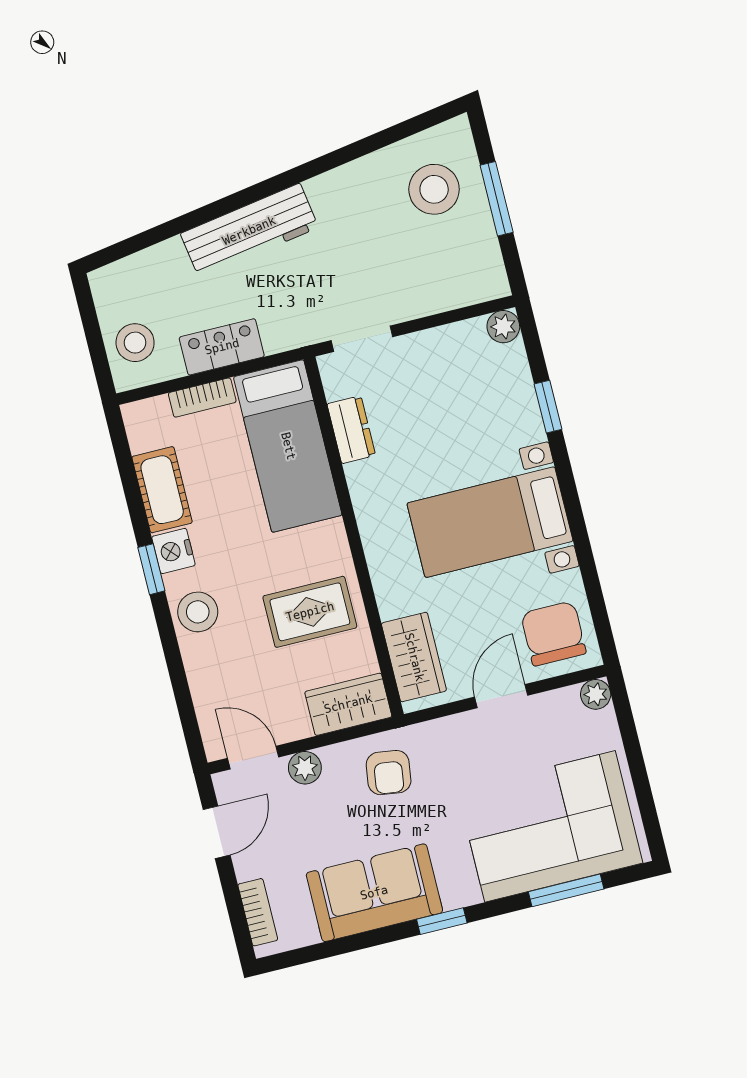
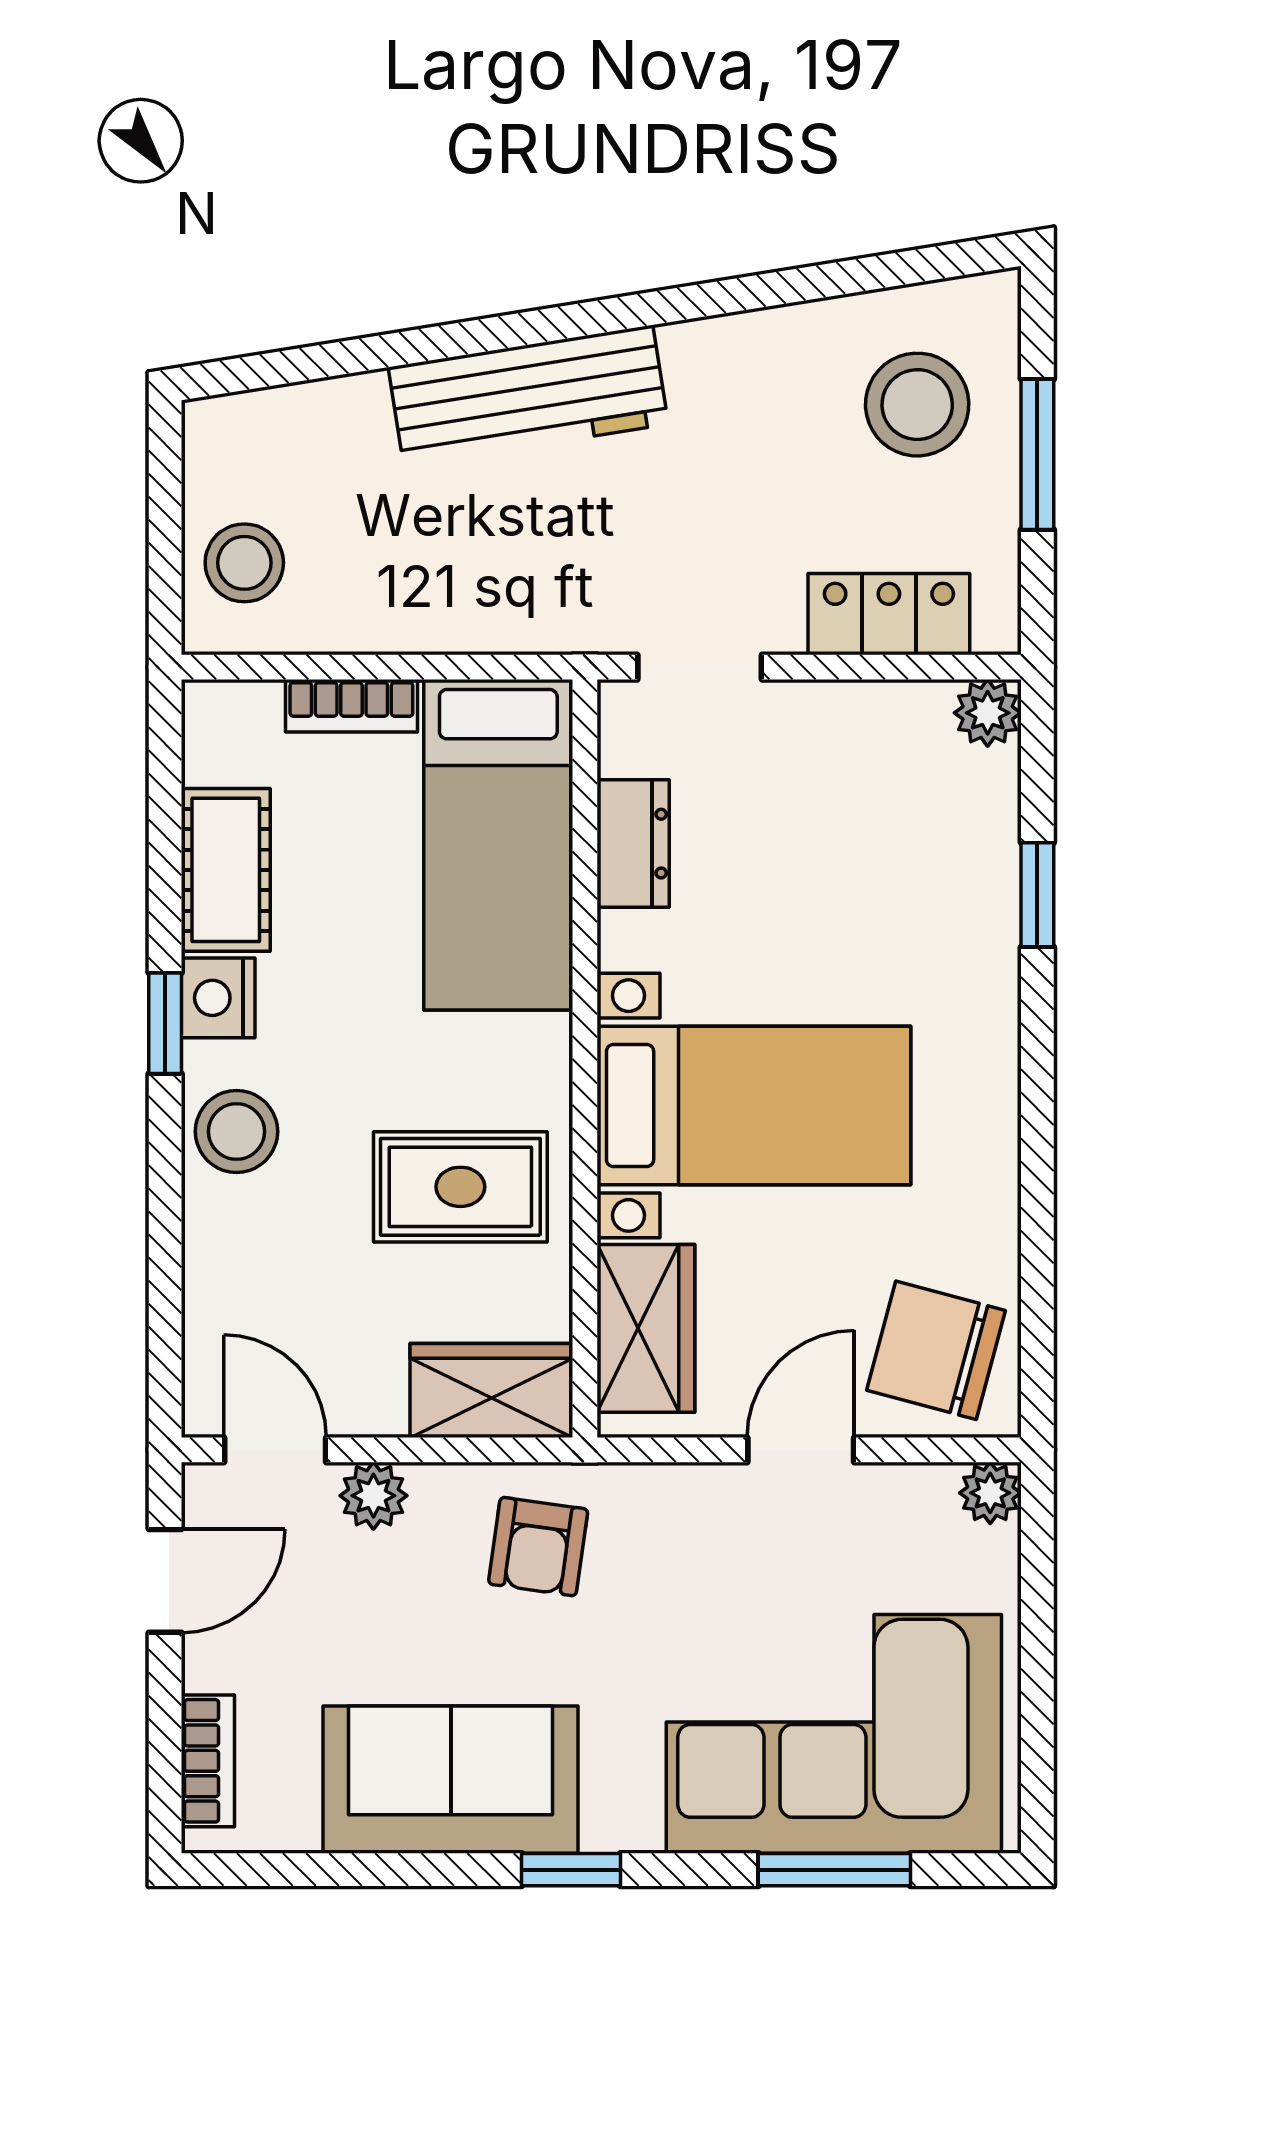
locker: (222, 347) -> (889, 614), moved
bed with nightstands: (490, 522) -> (754, 1106), moved, turned 180
chair: (553, 633) -> (936, 1350), turned -75

